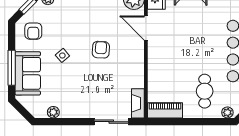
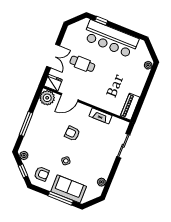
cafe table: (205, 91) -> (82, 64), moved
fireplace: (138, 103) -> (100, 116), moved

